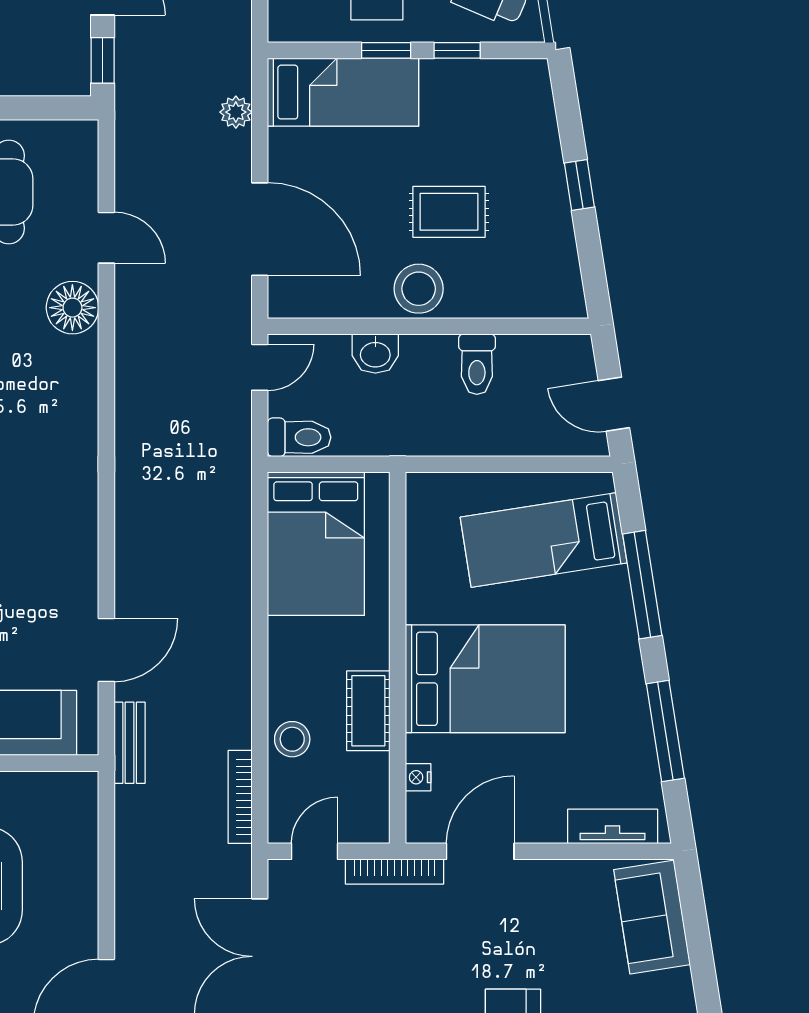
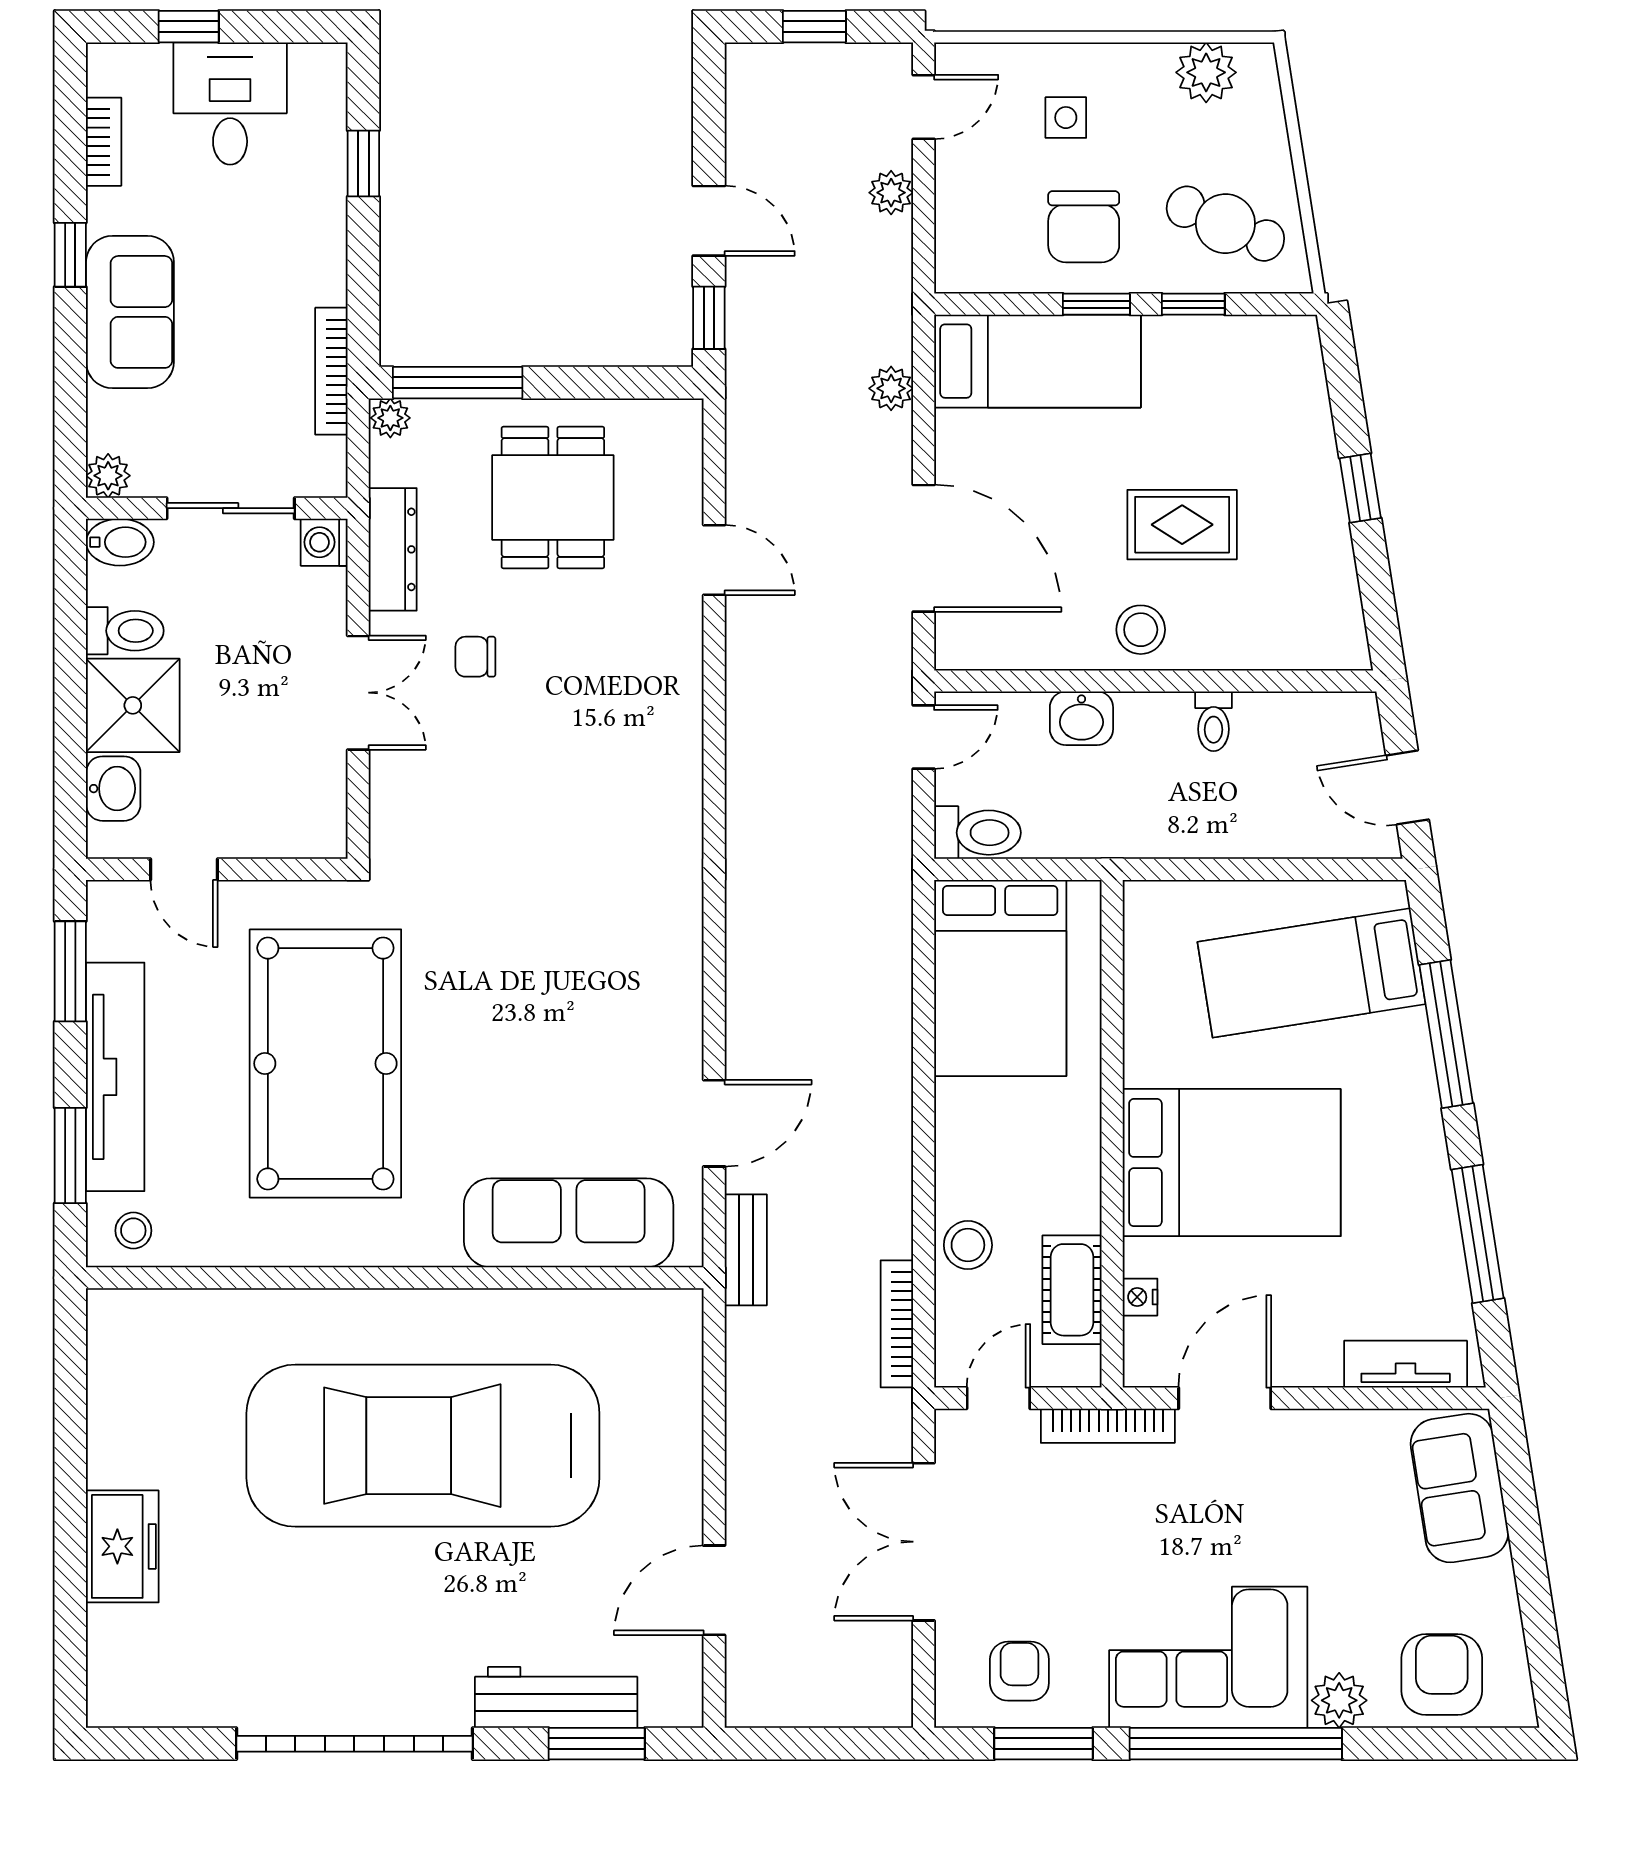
stool: (419, 289) -> (1141, 630), width x0.73, depth x0.73
floor lamp: (72, 308) -> (668, 655), removed
toilet: (477, 364) -> (1214, 721), width x0.73, depth x0.72
cot: (368, 711) -> (1072, 1290), moved

